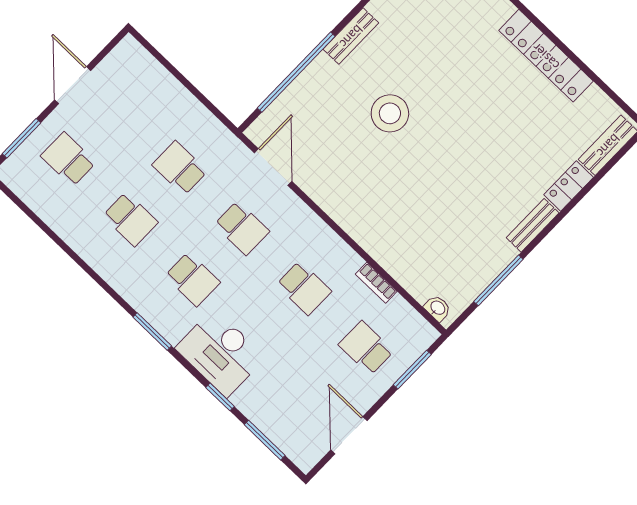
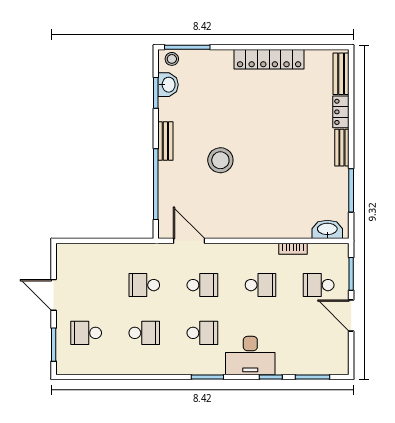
washbasin: (437, 308) -> (327, 229), width x1.91, depth x1.45
door: (349, 435) -> (351, 315), moved

